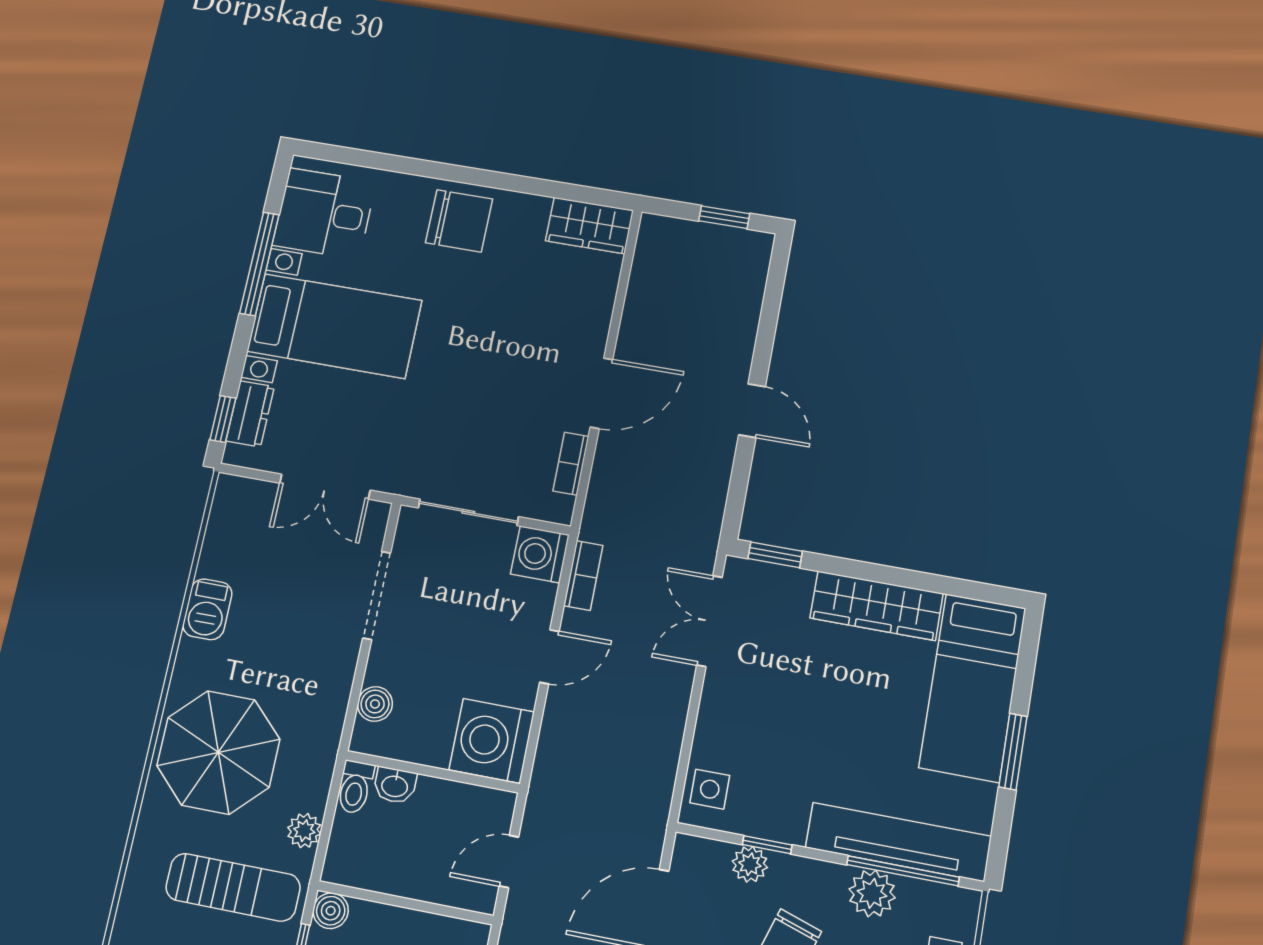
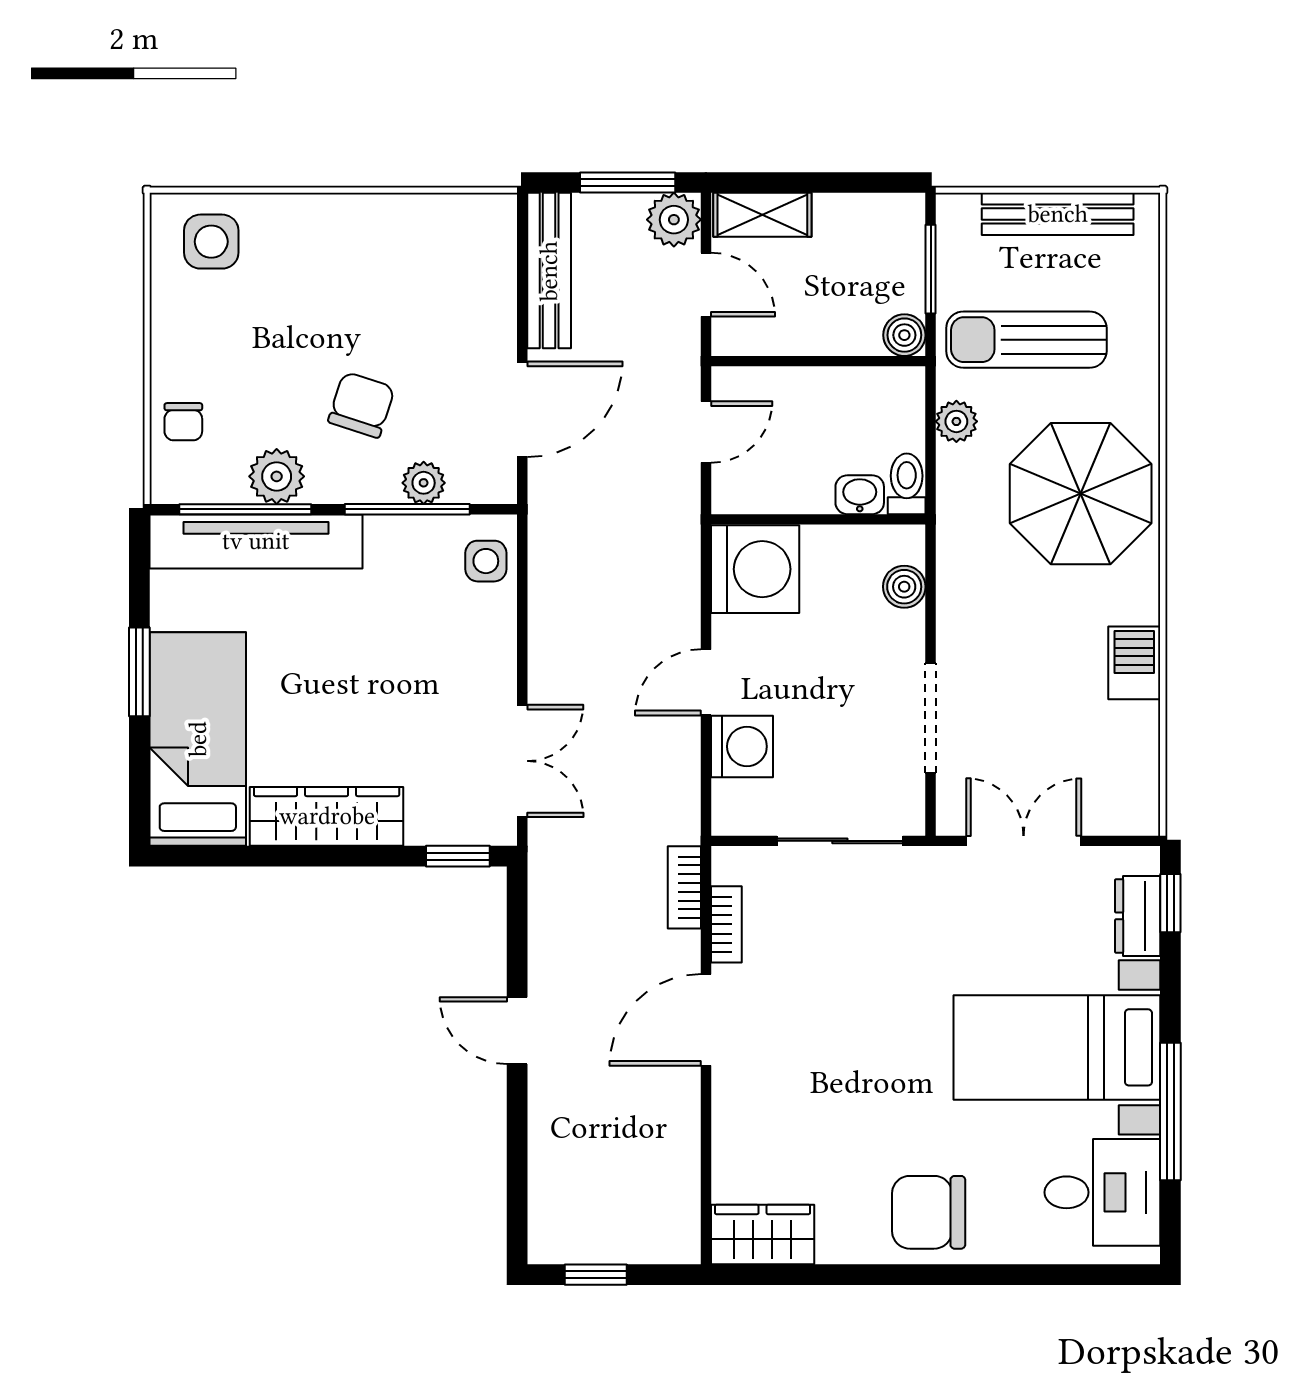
washing machine: (540, 554) -> (742, 746), moved
bookcase: (583, 576) -> (684, 887), moved
window: (767, 845) -> (407, 509), width x2.17

